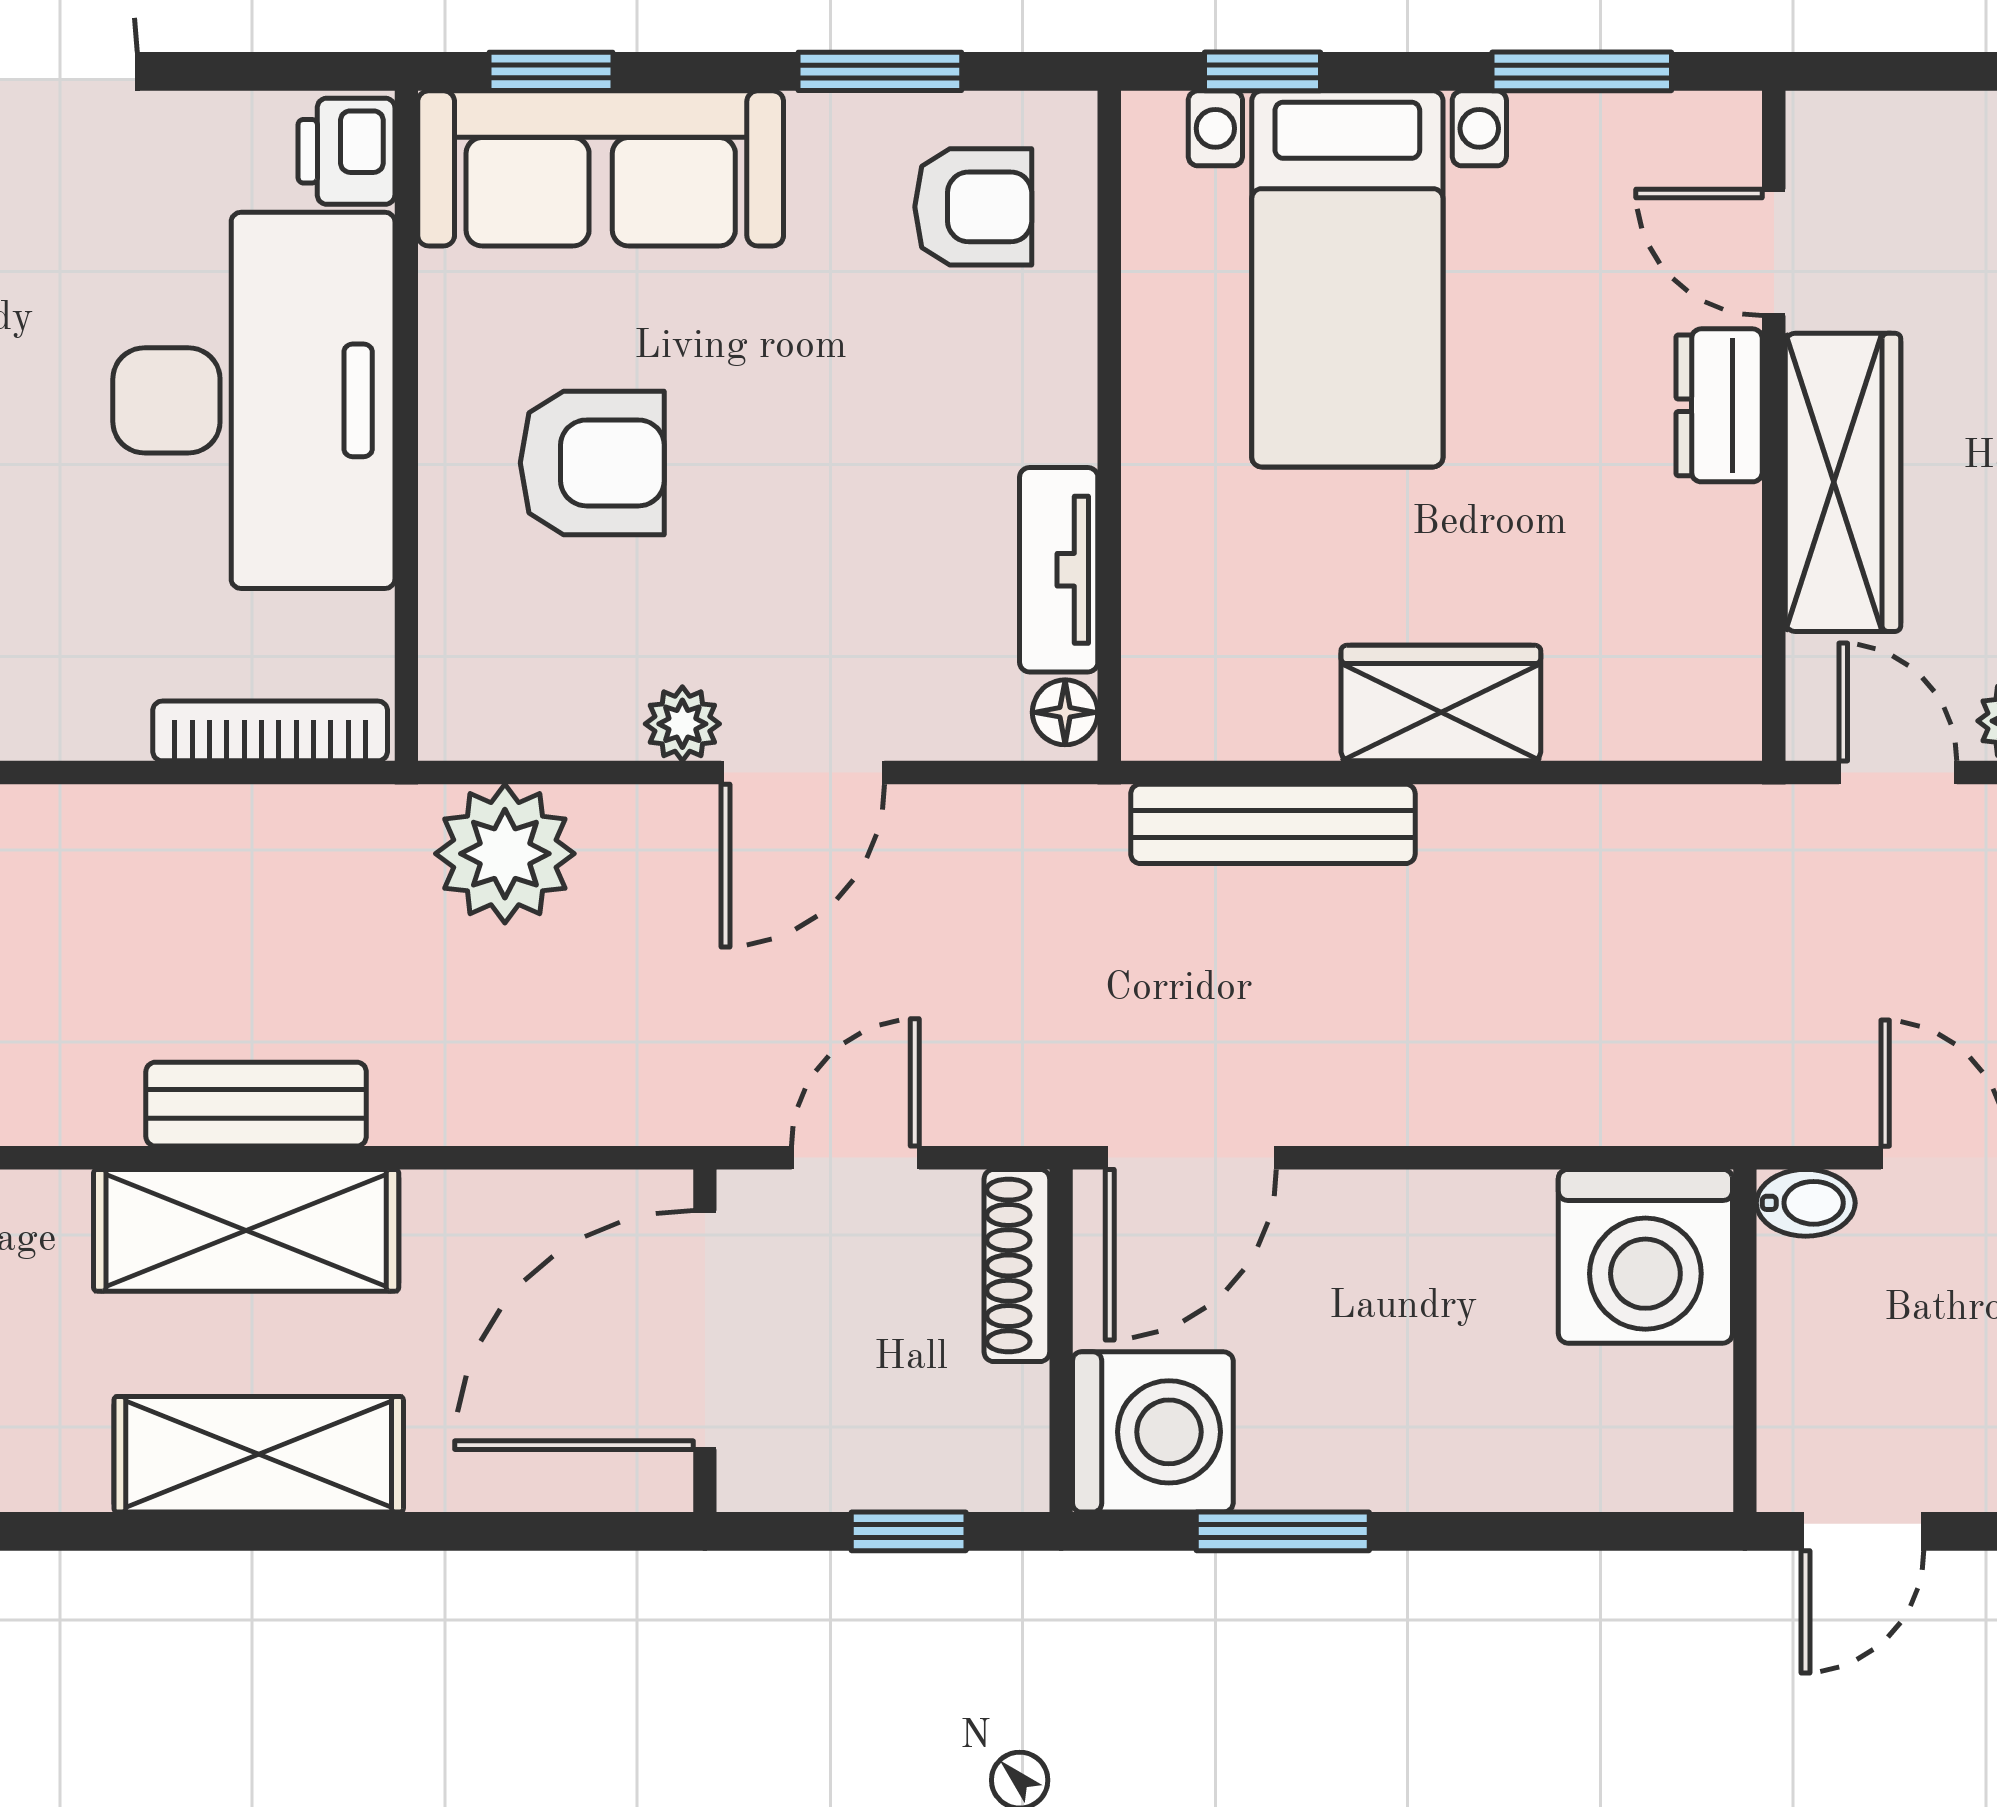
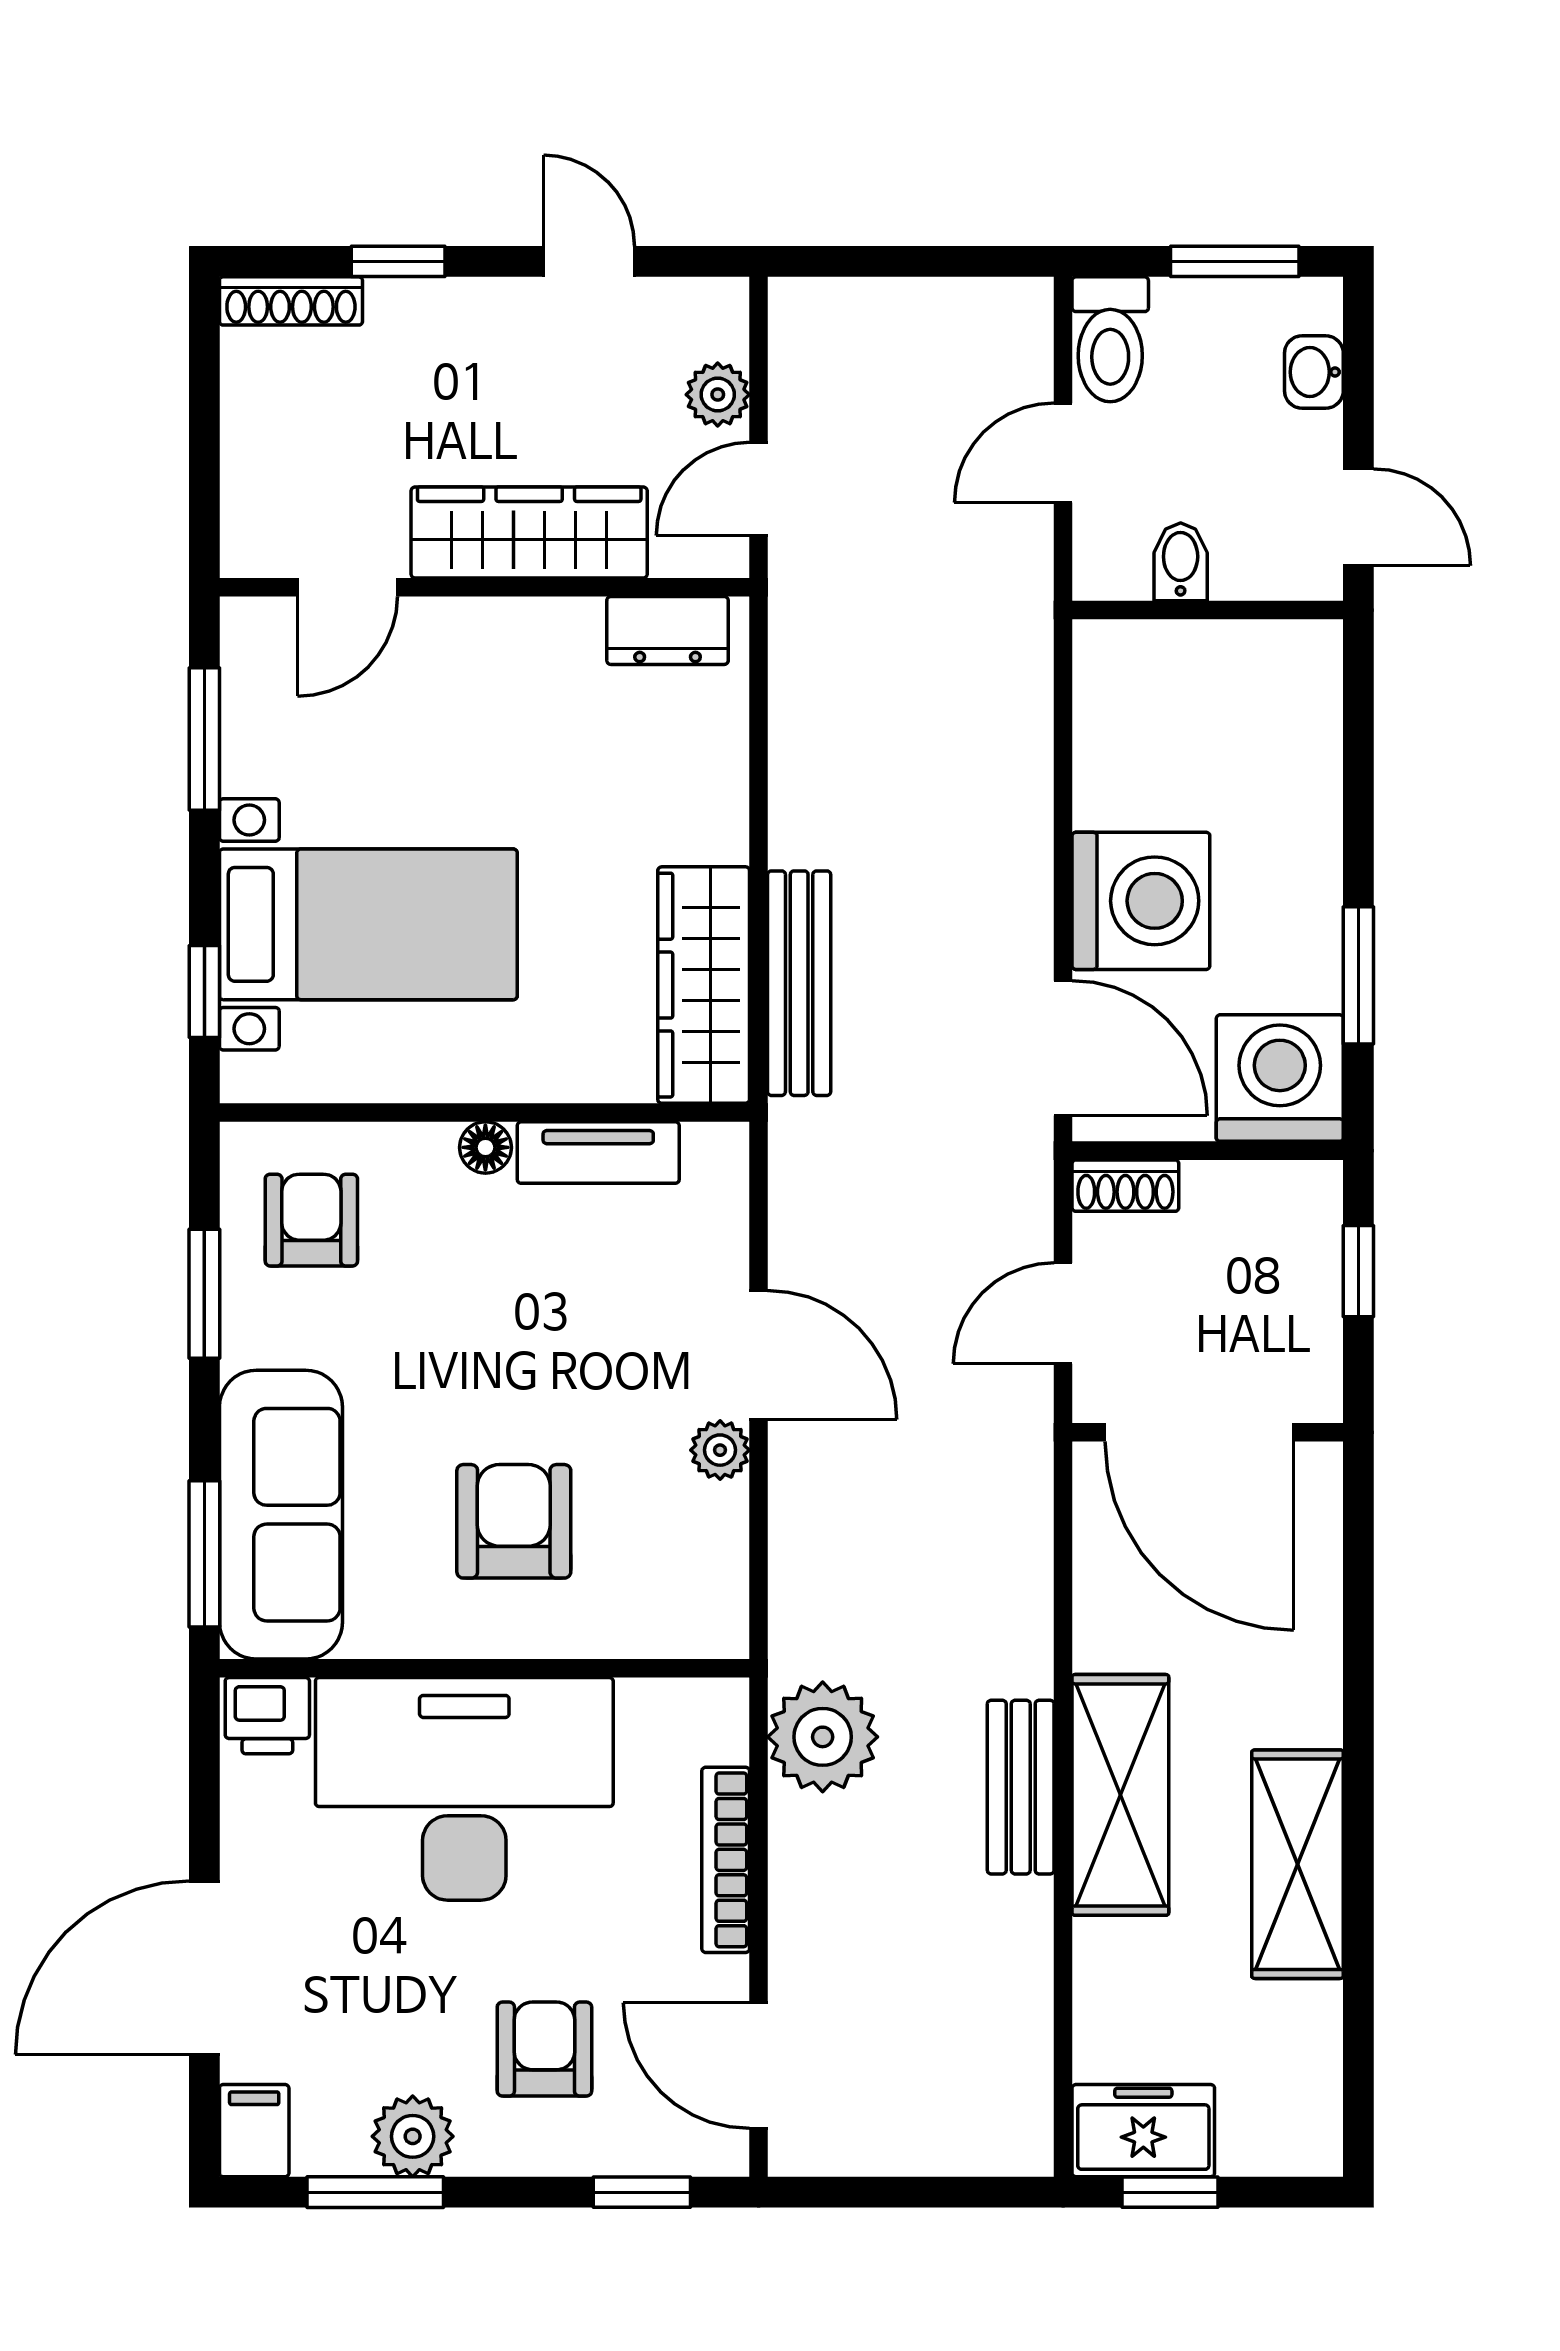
window: (551, 71) -> (204, 1554), width x1.50
dresser: (1719, 405) -> (668, 630), moved
wardrobe: (1441, 703) -> (704, 985), moved, width x1.50
floor lamp: (1065, 712) -> (485, 1147), moved
bookcase: (270, 731) -> (726, 1860), moved
plant: (505, 854) -> (823, 1737), moved
door: (855, 1158) -> (1063, 1313), hinge flipped
bidet: (1806, 1203) -> (1181, 562), moved
washing machine: (1645, 1256) -> (1141, 901), moved
shoe rack: (1017, 1265) -> (1125, 1186), width x0.70
shelving: (259, 1454) -> (1297, 1864), moved

